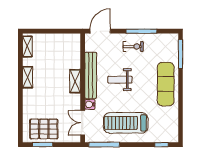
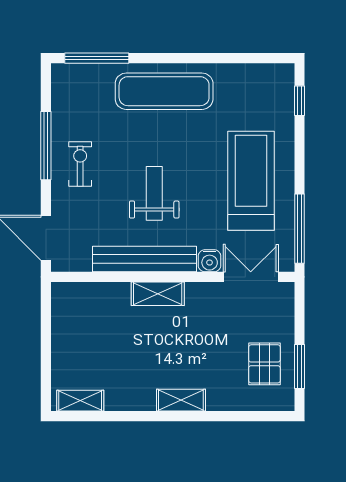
shelving: (28, 77) -> (181, 400), moved
weight bench: (120, 80) -> (154, 193), turned 180
double door: (83, 123) -> (251, 277), swing flipped
treadmill: (126, 123) -> (251, 181), turned 180
pallet: (44, 129) -> (264, 364), width x0.67, depth x0.71

